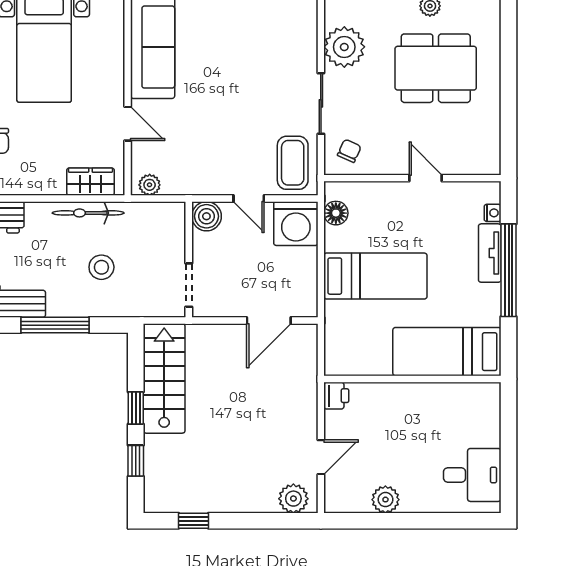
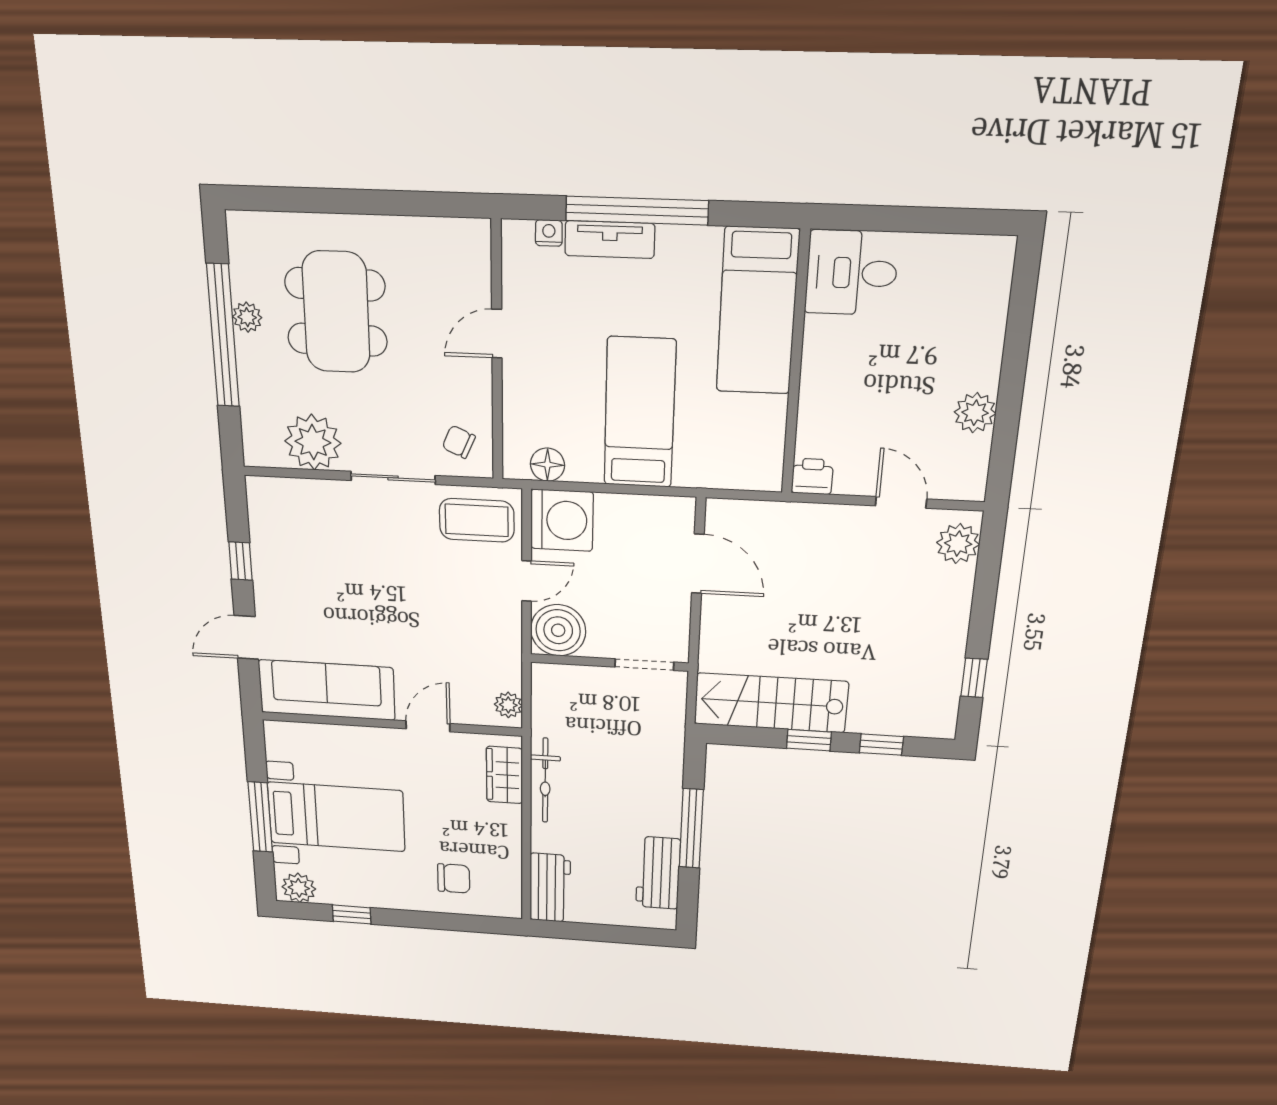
boiler: (206, 216) -> (558, 630), width x1.37, depth x1.37
stool: (101, 267) -> (617, 769), removed
desk: (472, 475) -> (852, 273), moved, turned -90

